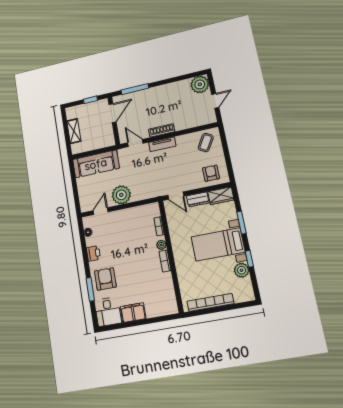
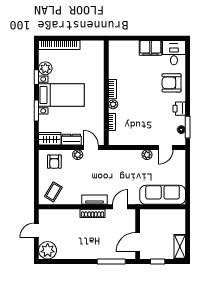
shelving: (74, 131) -> (180, 247), moved
door: (135, 143) -> (120, 207), swing flipped
plant: (188, 185) -> (78, 155), added
plant: (121, 195) -> (147, 155), width x0.53, depth x0.53
armchair: (105, 279) -> (171, 83), turned 90
window: (90, 289) -> (188, 127), moved
bookcase: (210, 302) -> (59, 45), moved

